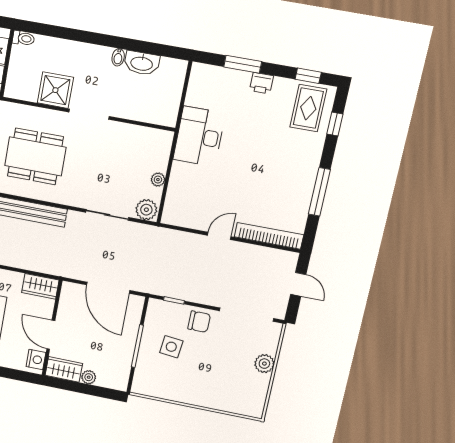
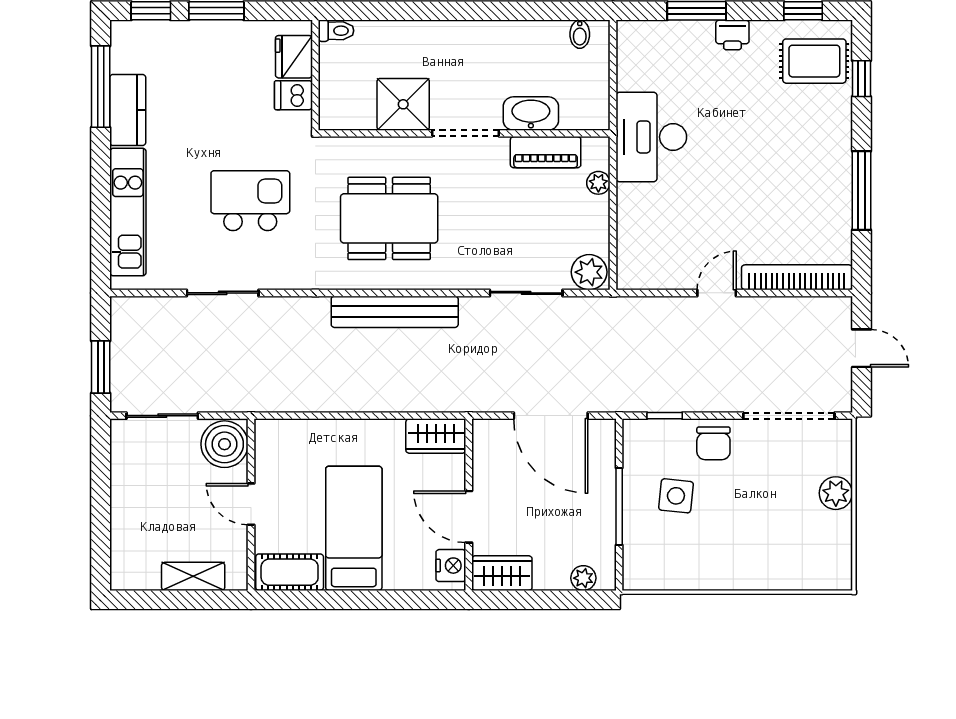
bidet: (118, 57) -> (580, 34), moved
washbasin: (142, 63) -> (531, 114), moved, turned 180
rug: (308, 108) -> (814, 61), turned 90
piano: (134, 134) -> (546, 152), added
plant: (158, 180) -> (598, 183), moved
chair: (199, 322) -> (713, 443), turned 90
plant: (89, 377) -> (583, 578), moved

